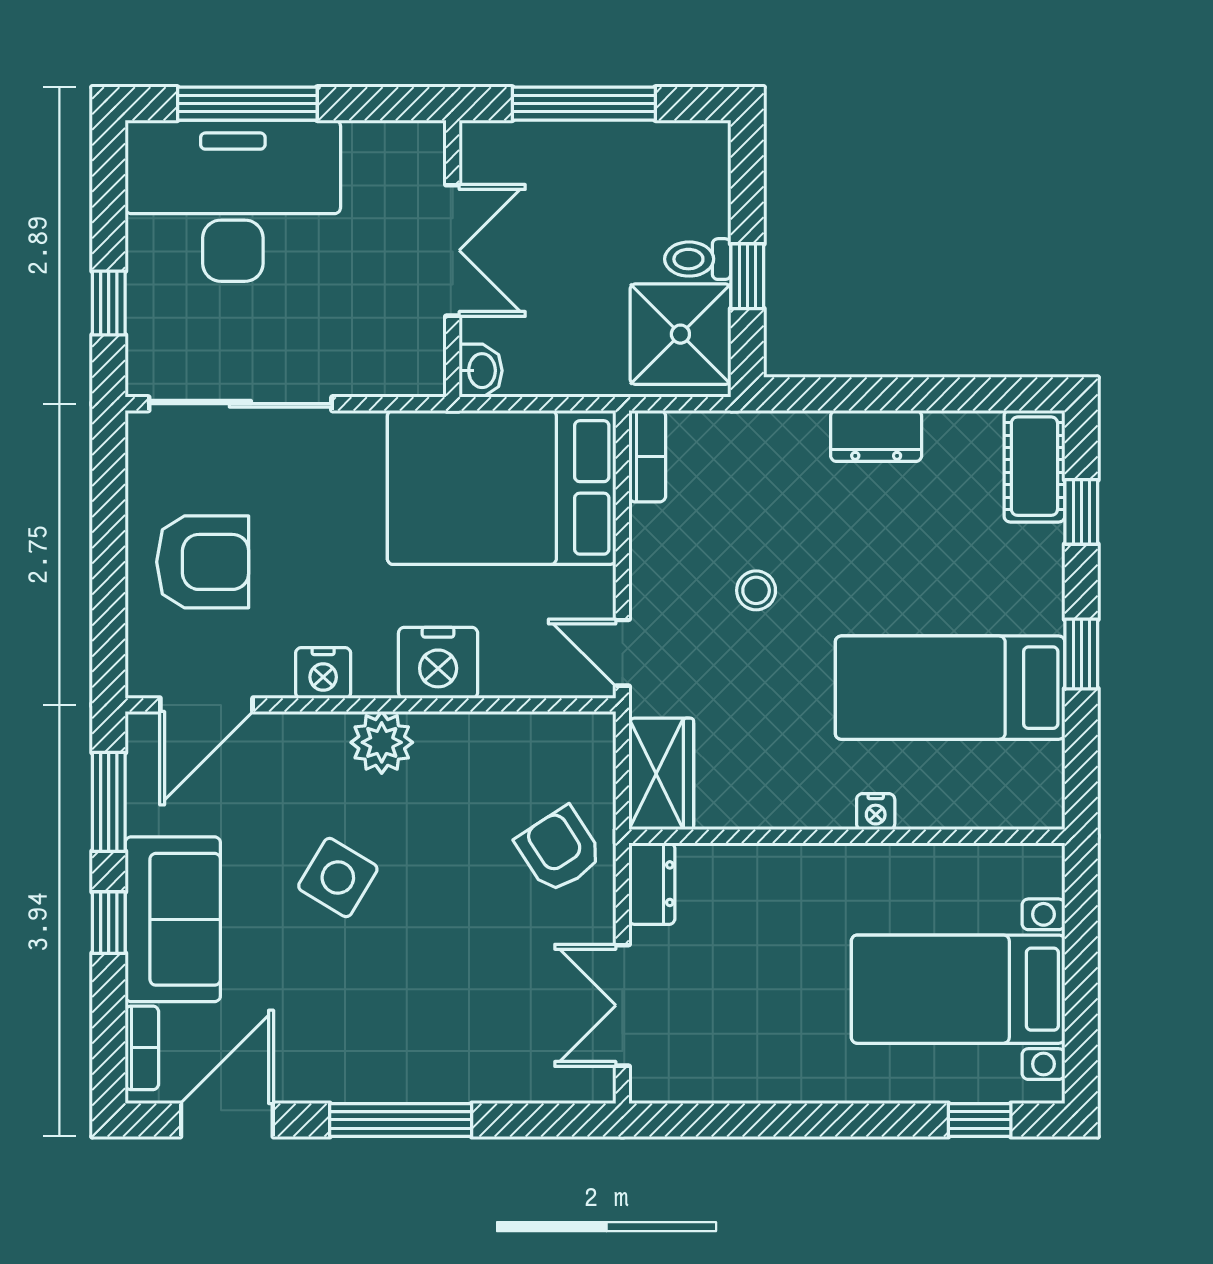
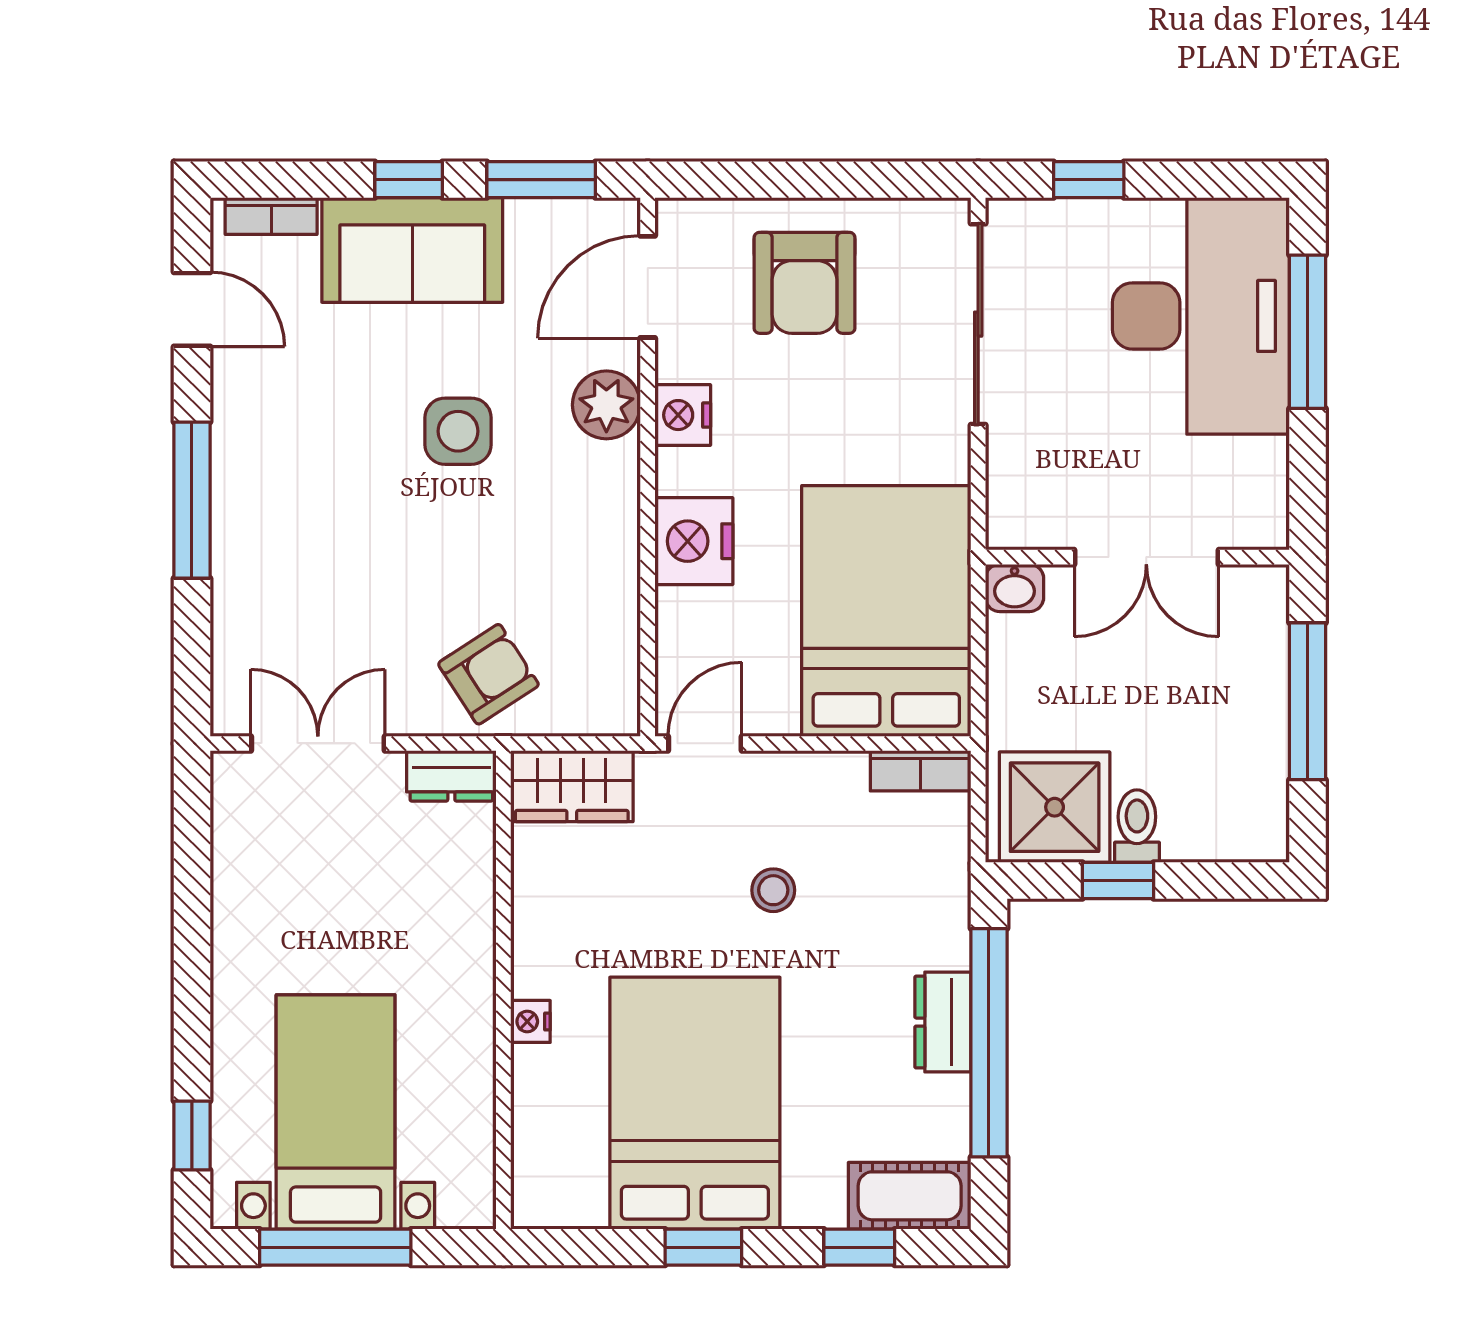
window: (895, 394) -> (989, 1043), added
bed: (950, 688) -> (695, 1103), width x1.50
door: (206, 705) -> (648, 287), hinge flipped
plant: (382, 742) -> (606, 405), moved
side table: (338, 878) -> (458, 431), turned -31
window: (1081, 989) -> (335, 1247), added
door: (227, 1120) -> (192, 309), width x0.73

